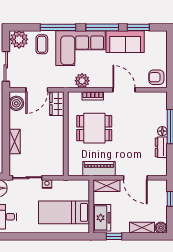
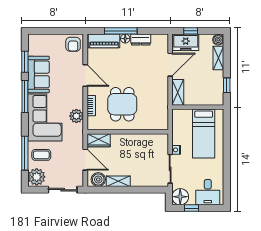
window: (58, 27) -> (25, 153), moved
door: (124, 90) -> (85, 75), swing flipped
shelving: (15, 142) -> (118, 181), moved
piano: (99, 169) -> (104, 41), moved, turned -90
freezer: (102, 218) -> (186, 42), moved, turned 180

